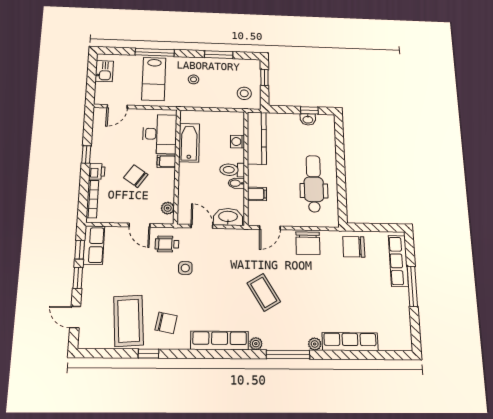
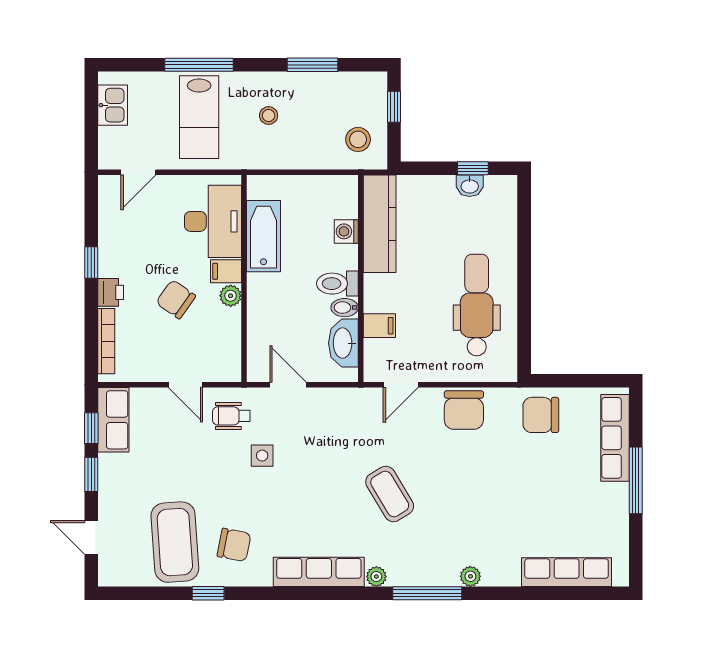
plant: (168, 208) -> (231, 296), moved
washbasin: (228, 217) -> (343, 343), moved, turned -90
row of seats: (350, 342) -> (567, 572), moved

